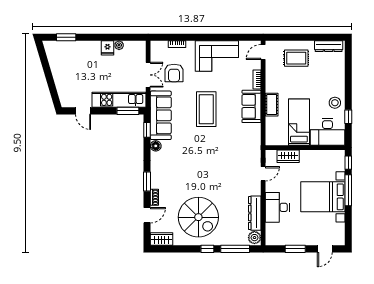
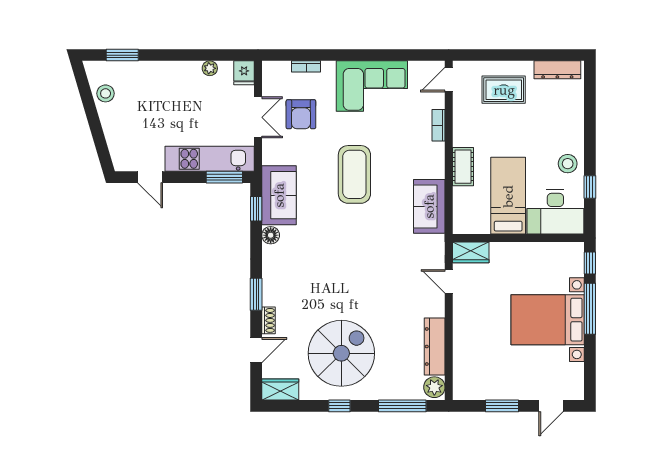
fridge: (107, 48) -> (244, 73), moved
stool: (56, 60) -> (106, 93), added
sofa: (251, 106) -> (429, 206), moved
sofa: (161, 115) -> (279, 195), width x0.73
wardrobe: (288, 156) -> (471, 252), moved
door: (263, 174) -> (449, 281), swing flipped
desk: (277, 207) -> (472, 337), removed
spiral stairs: (198, 217) -> (341, 353), turned -90
window: (207, 249) -> (339, 406), moved

